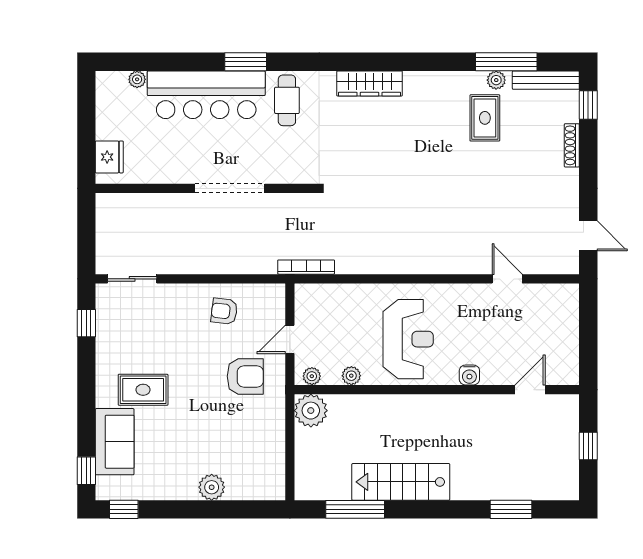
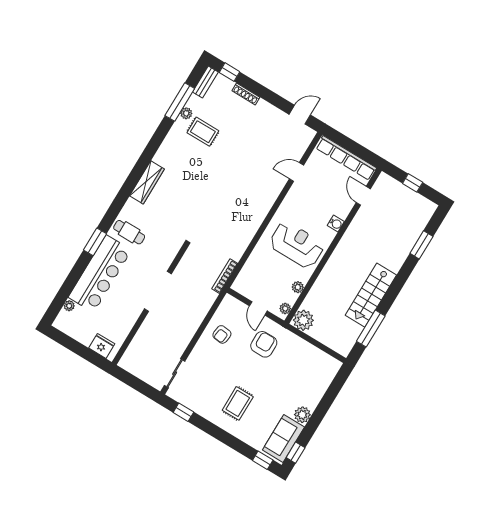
bench: (546, 80) -> (205, 82), width x0.73
row of seats: (567, 335) -> (346, 158), added
sofa: (115, 442) -> (283, 439), moved, turned -90
plant: (212, 487) -> (302, 415), moved

